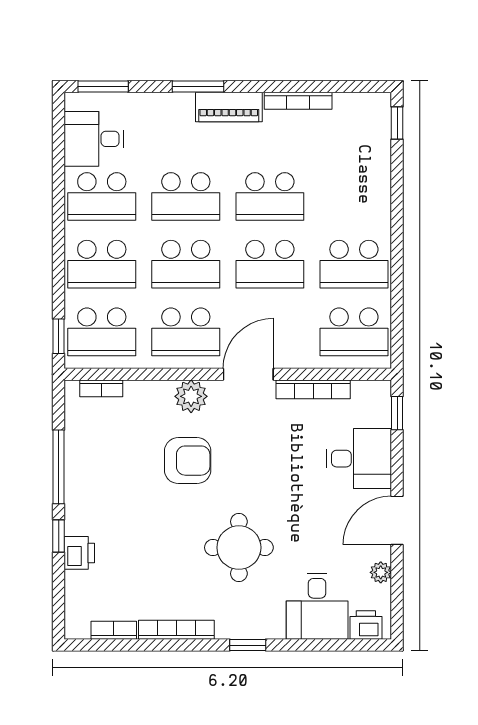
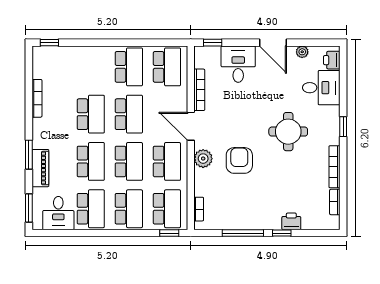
piano: (229, 107) -> (40, 168), moved

